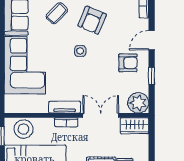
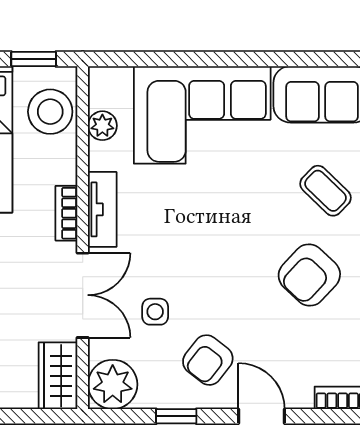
armchair: (92, 20) -> (309, 275), turned -70
side table: (80, 51) -> (155, 312), moved
armchair: (128, 63) -> (208, 360), turned 38
plant: (29, 107) -> (102, 126), added

